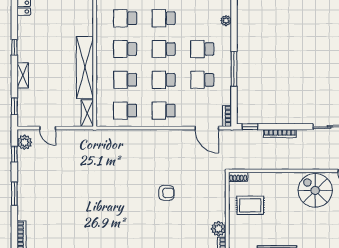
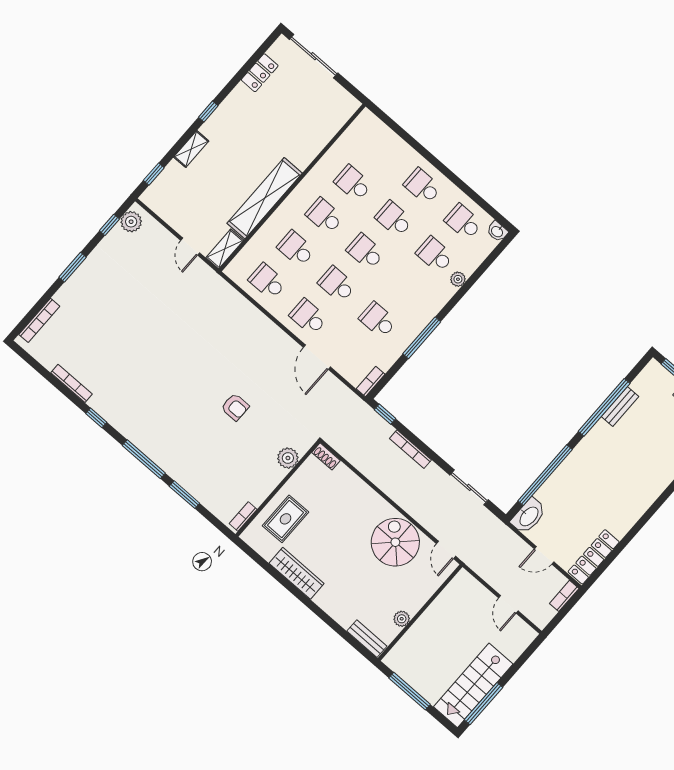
school desk: (202, 49) -> (435, 255), moved
door: (48, 128) -> (190, 247), moved
door: (207, 128) -> (317, 357), moved
rug: (250, 205) -> (286, 519), moved, turned 90
plant: (218, 229) -> (288, 458), moved

